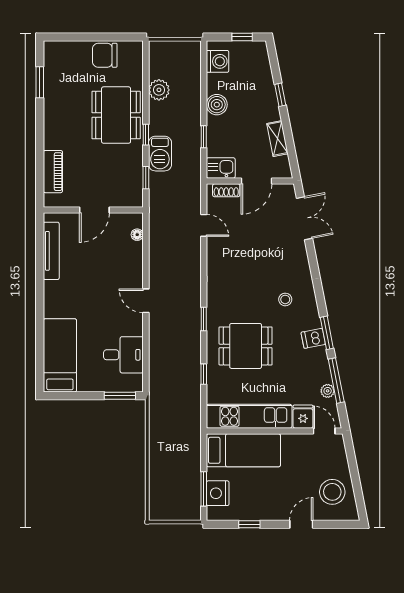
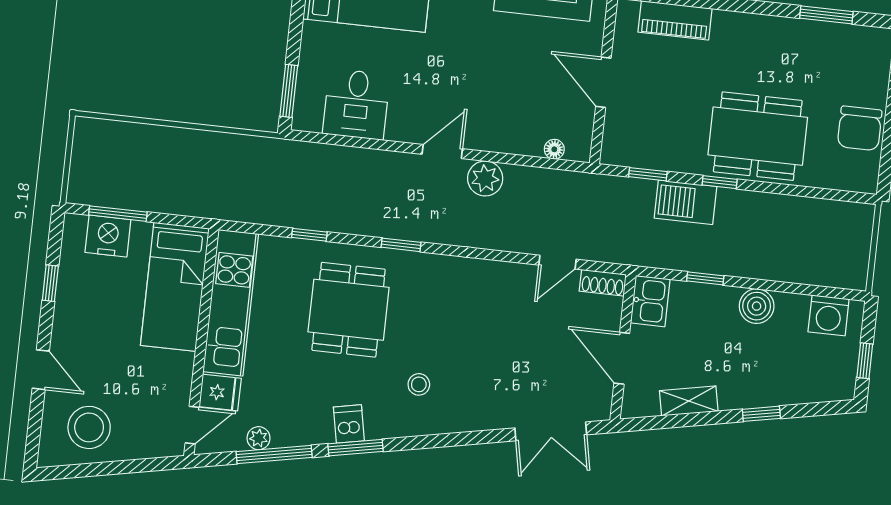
chair: (105, 55) -> (860, 128), turned 180
plant: (159, 90) -> (485, 178), moved
shoe rack: (226, 190) -> (603, 283), moved, turned -90

